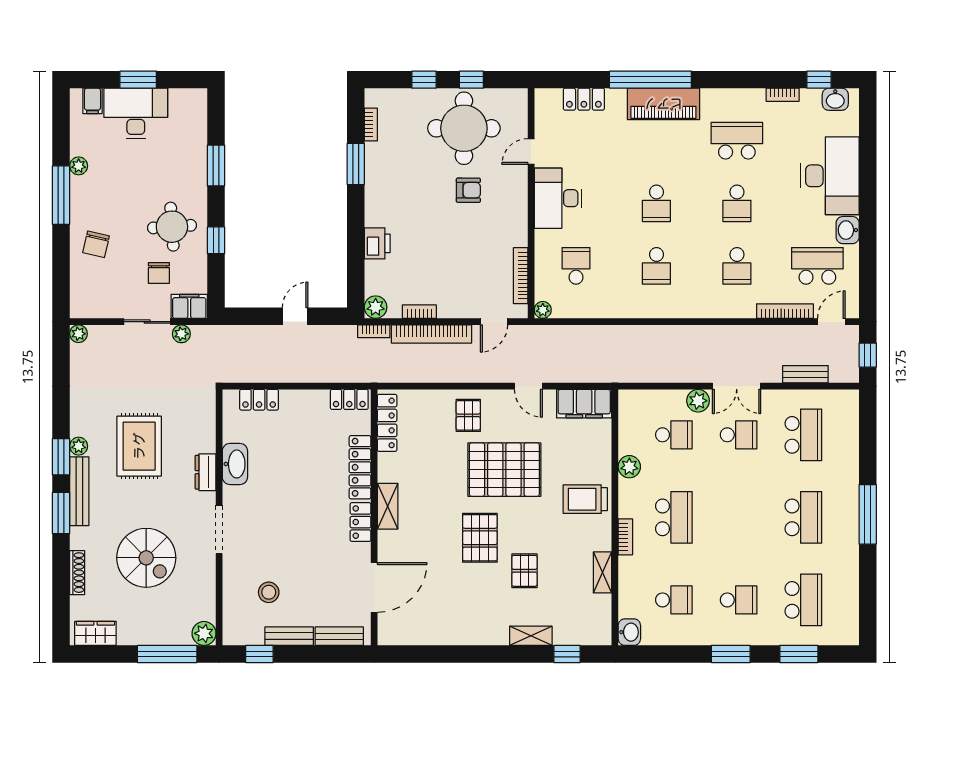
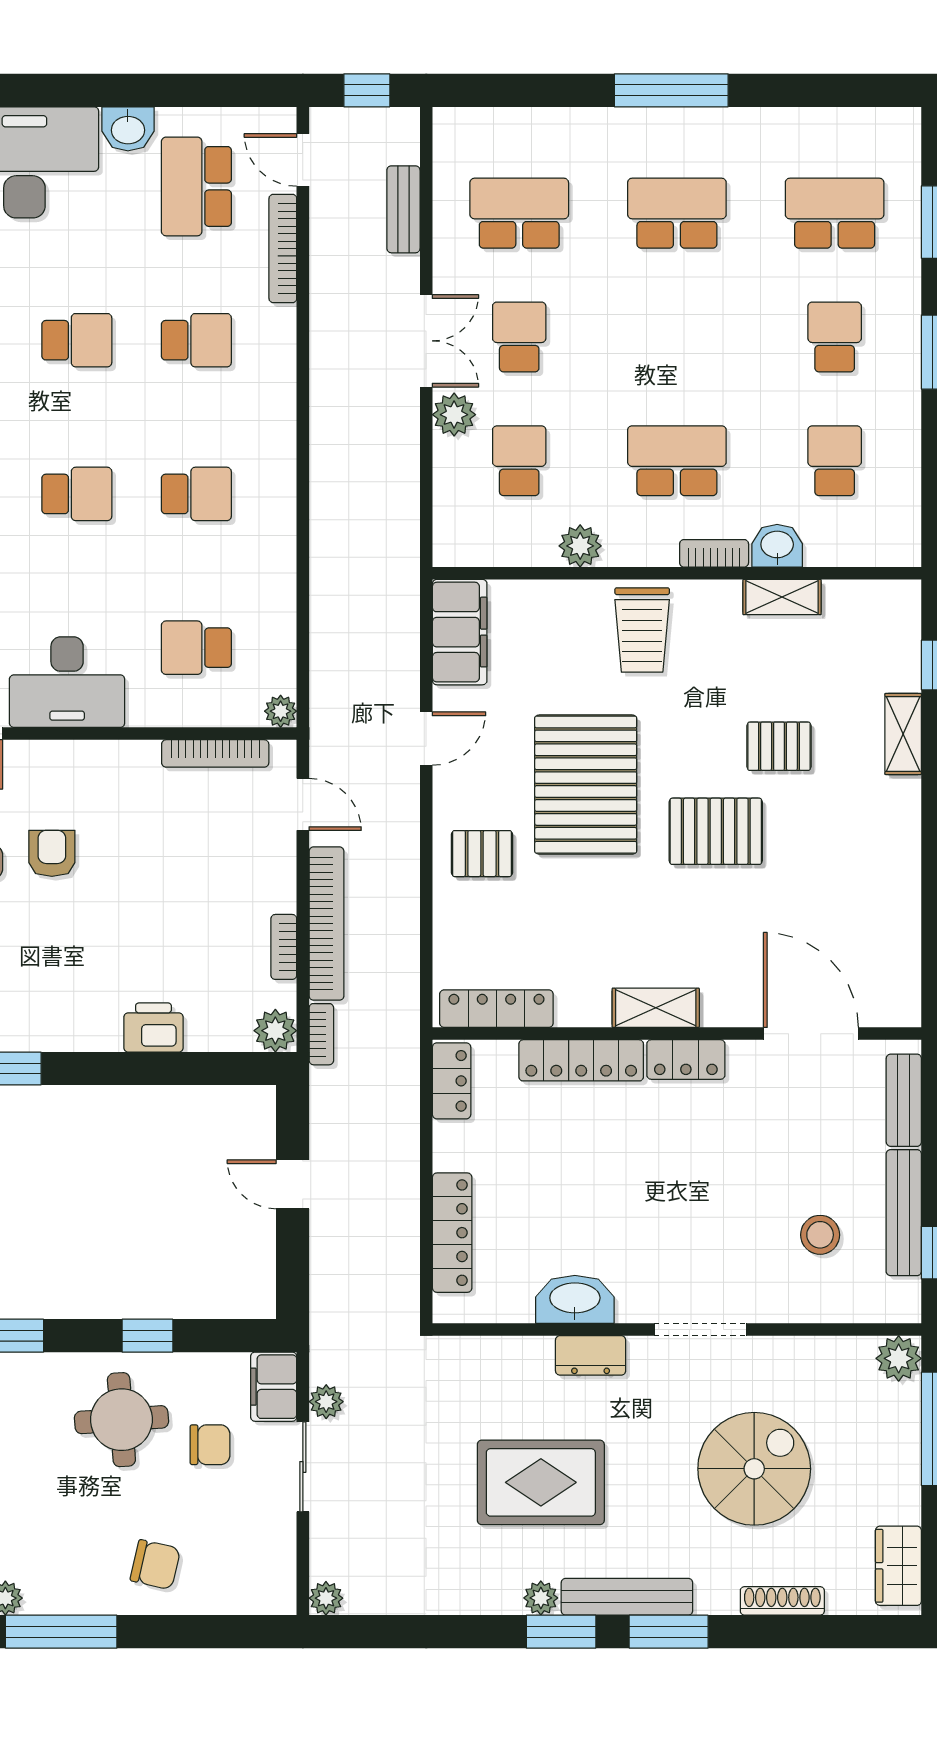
locker: (259, 400) -> (452, 1233), width x1.53
washbasin: (629, 632) -> (777, 546), moved
bench: (289, 636) -> (904, 1213), width x1.36

